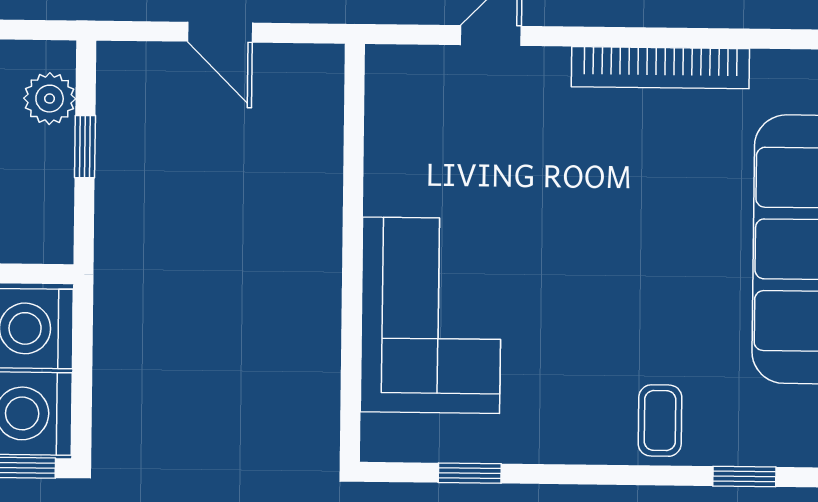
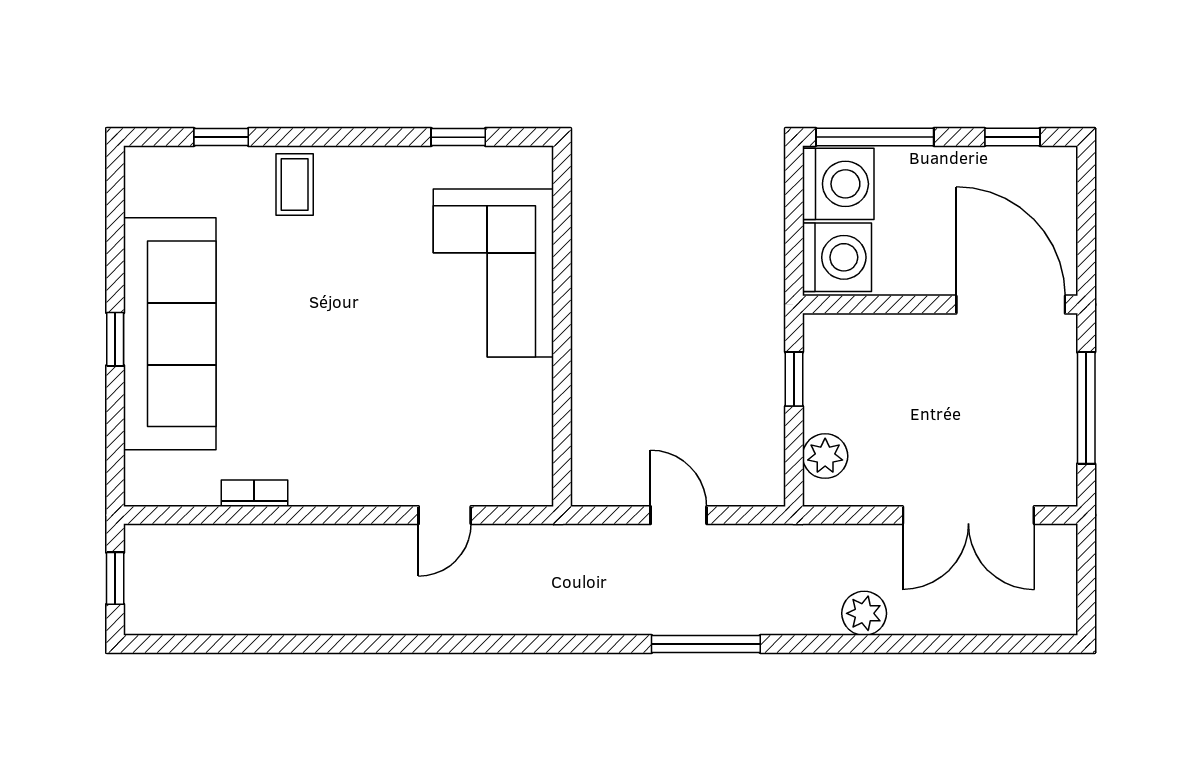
bookcase: (660, 68) -> (254, 493), width x0.43, depth x0.76
window: (85, 147) -> (794, 379), moved

